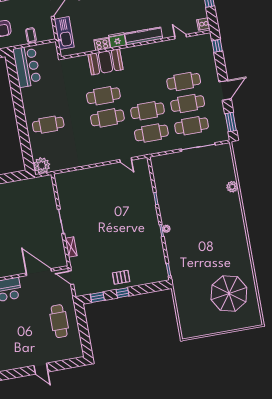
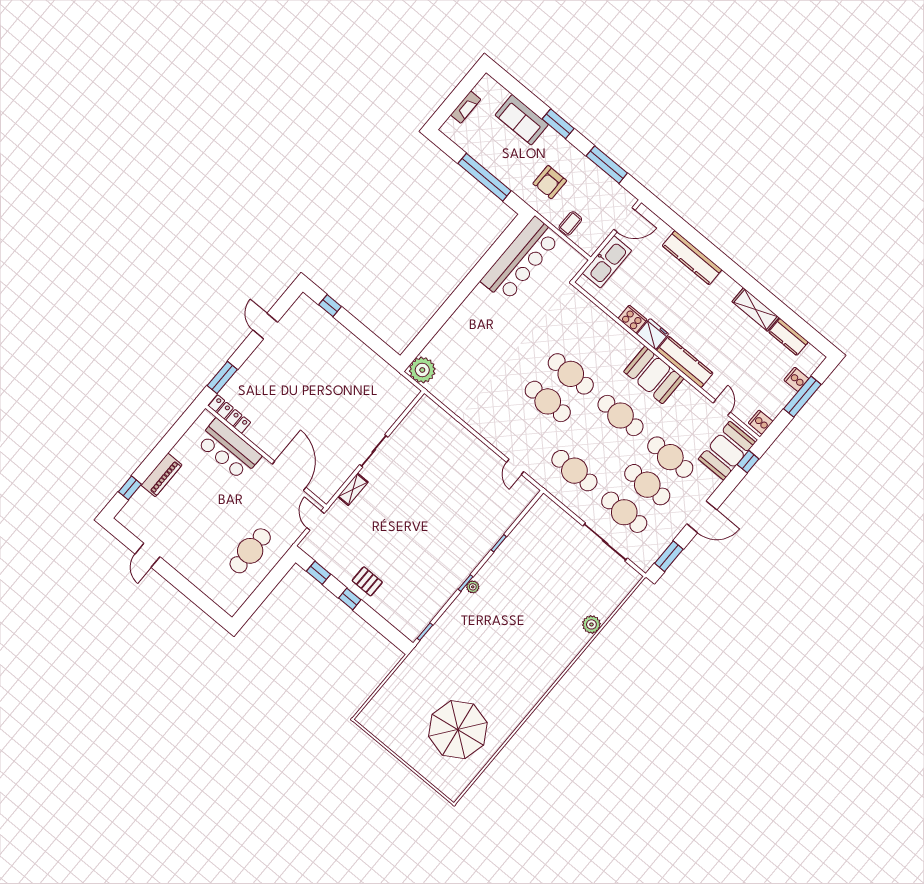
booth: (203, 52) -> (727, 451), added
booth: (106, 62) -> (654, 375), moved
bar counter: (27, 66) -> (521, 259), width x1.36
cafe table: (147, 111) -> (621, 415), moved
cafe table: (48, 125) -> (479, 336), removed
door: (41, 369) -> (147, 555), moved

